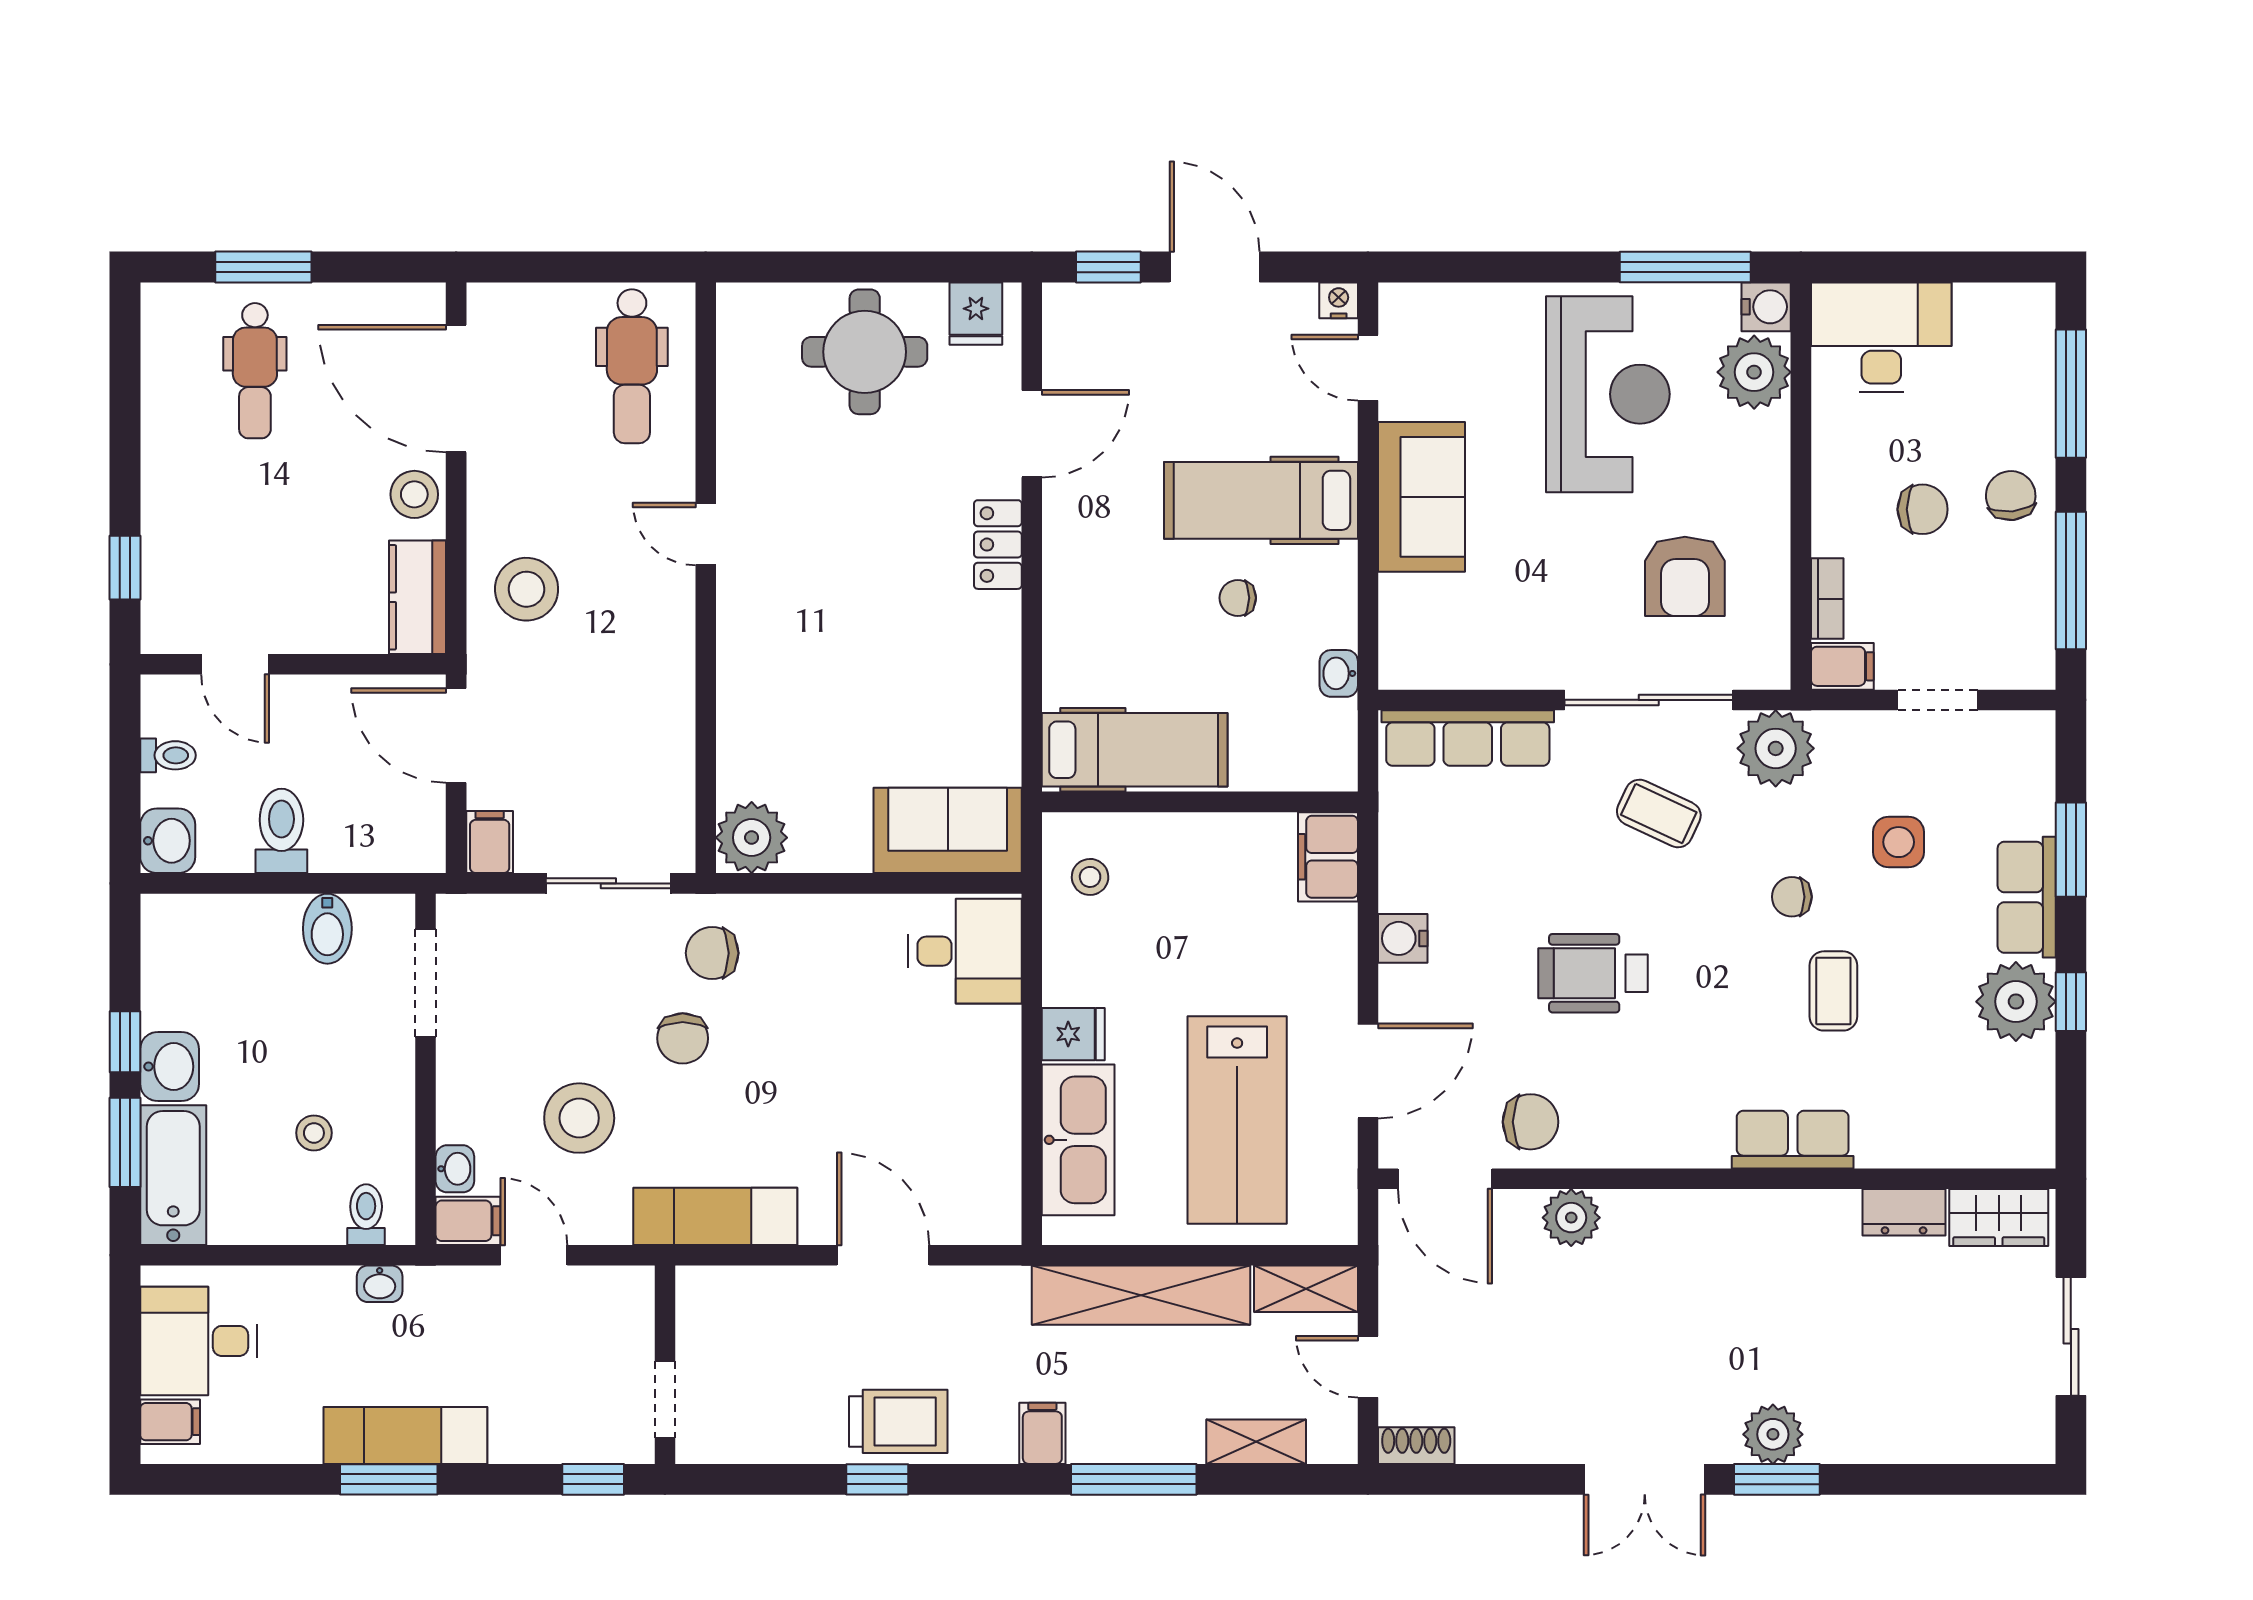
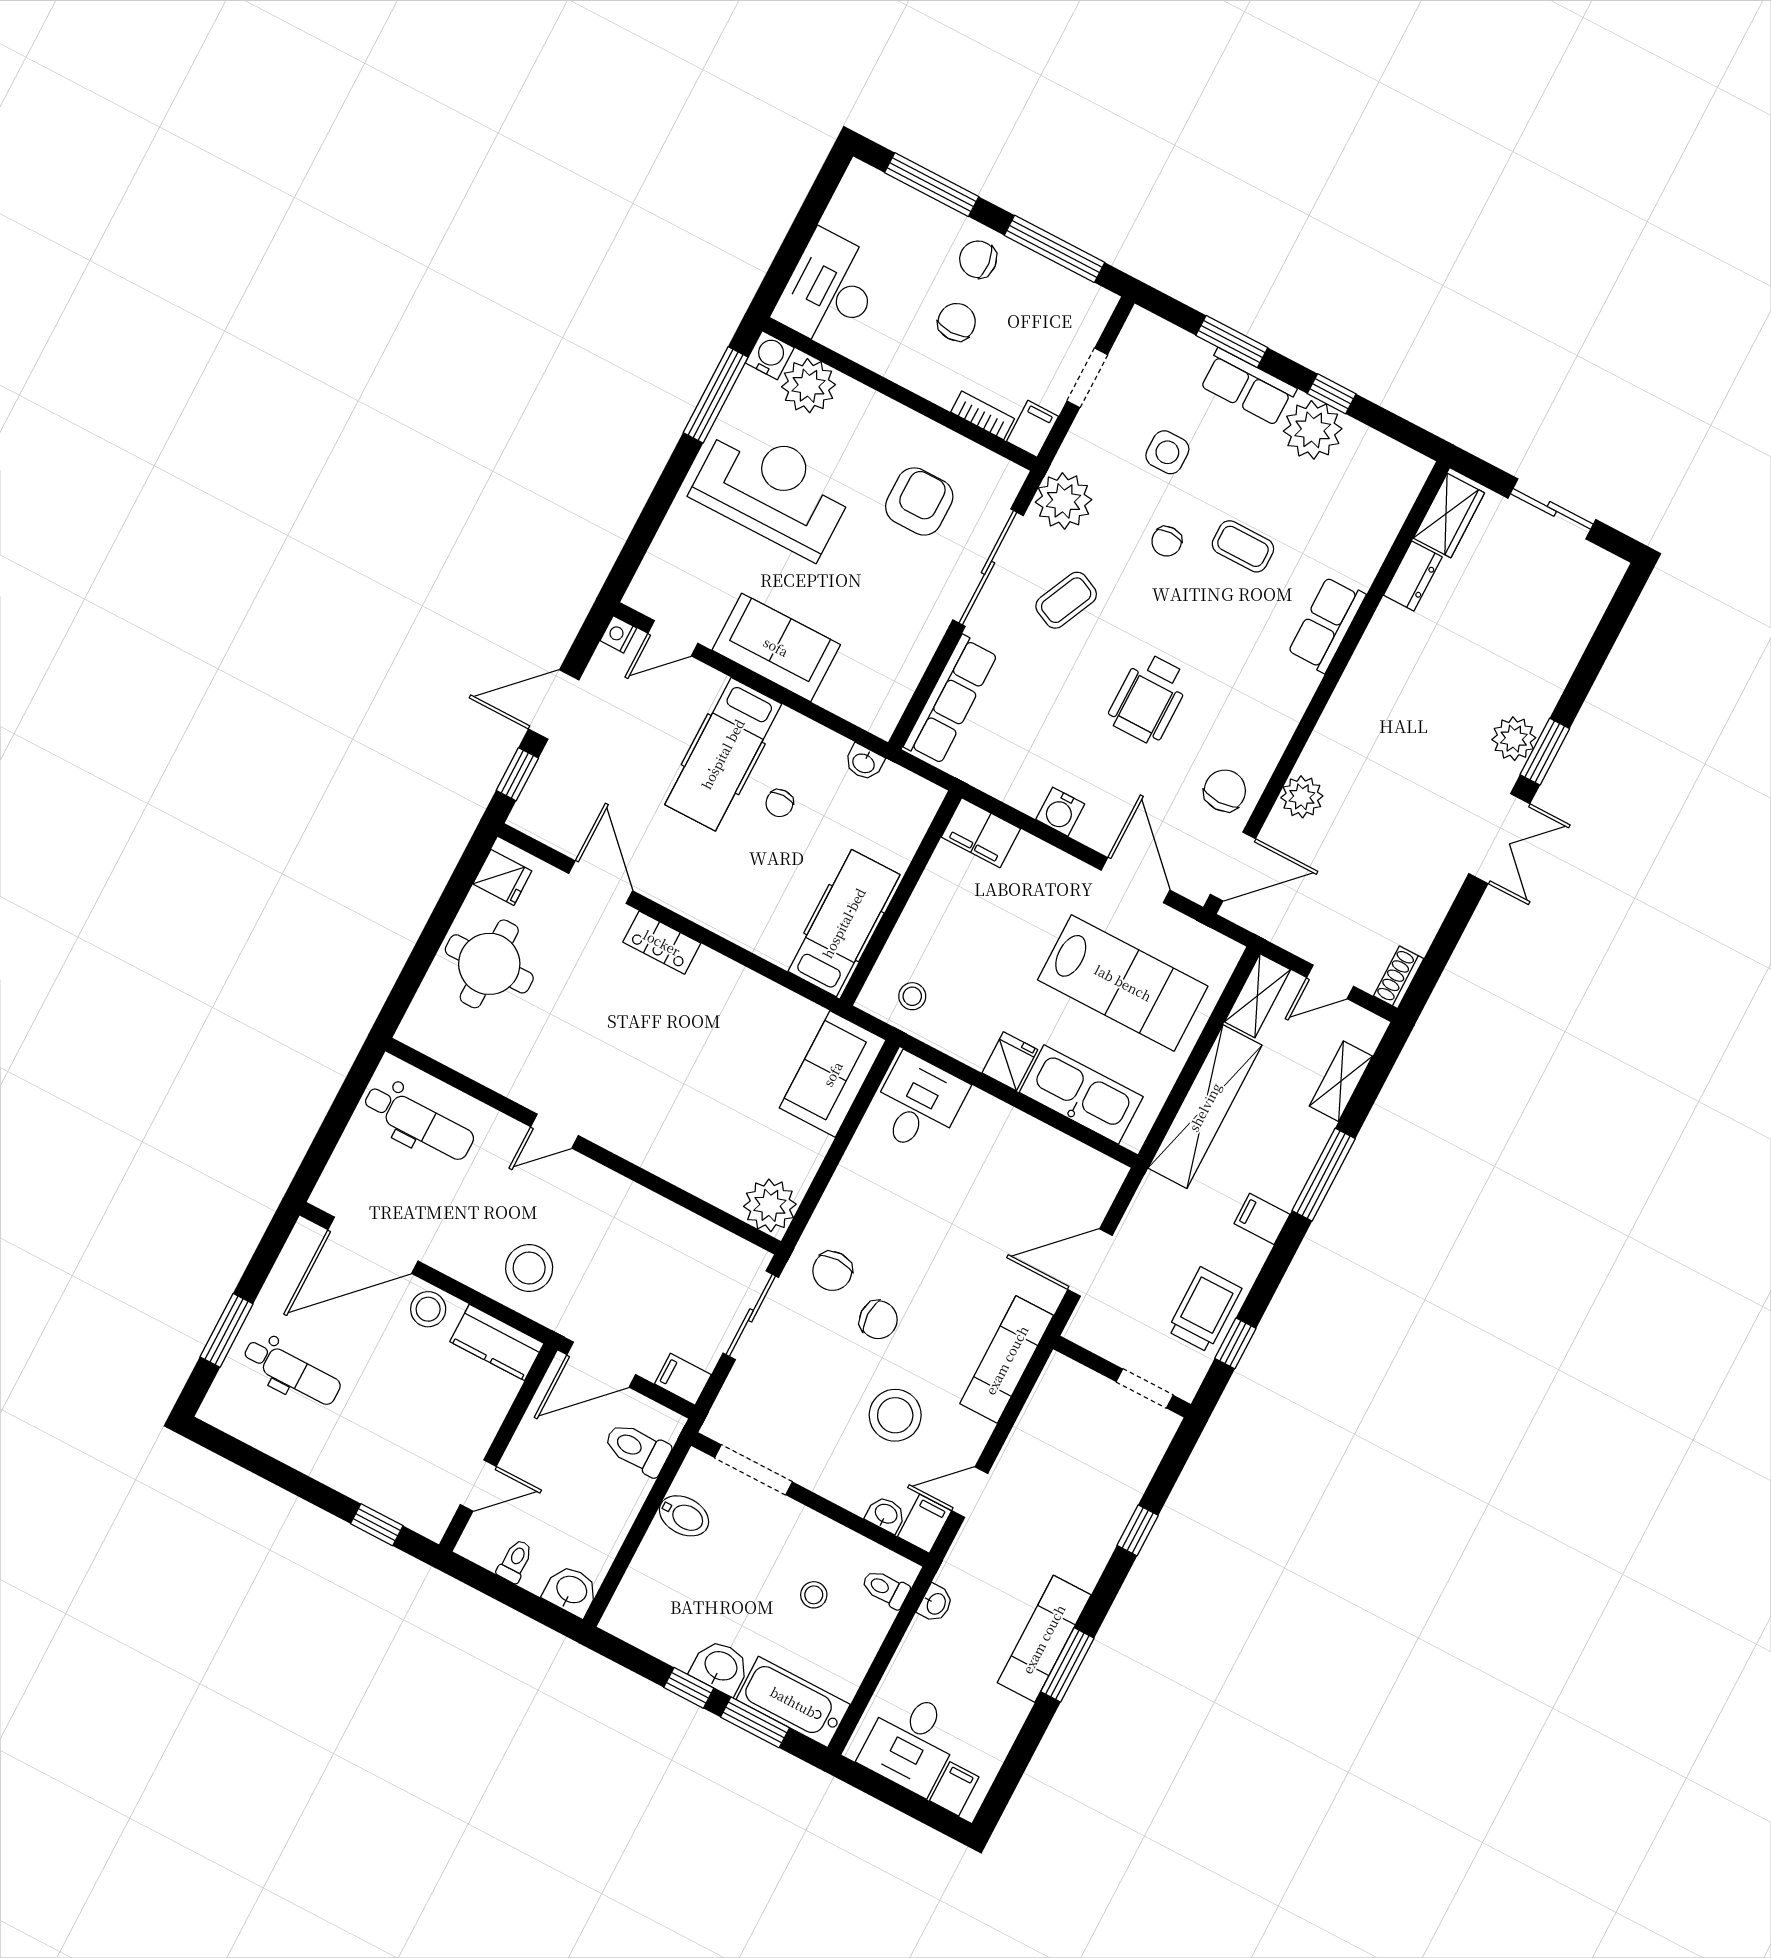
armchair: (1685, 576) -> (919, 501), turned -90
toilet: (281, 831) -> (637, 1449), moved
wall: (665, 1365) -> (1122, 1377), moved
doorway: (665, 1399) -> (1145, 1388), moved

